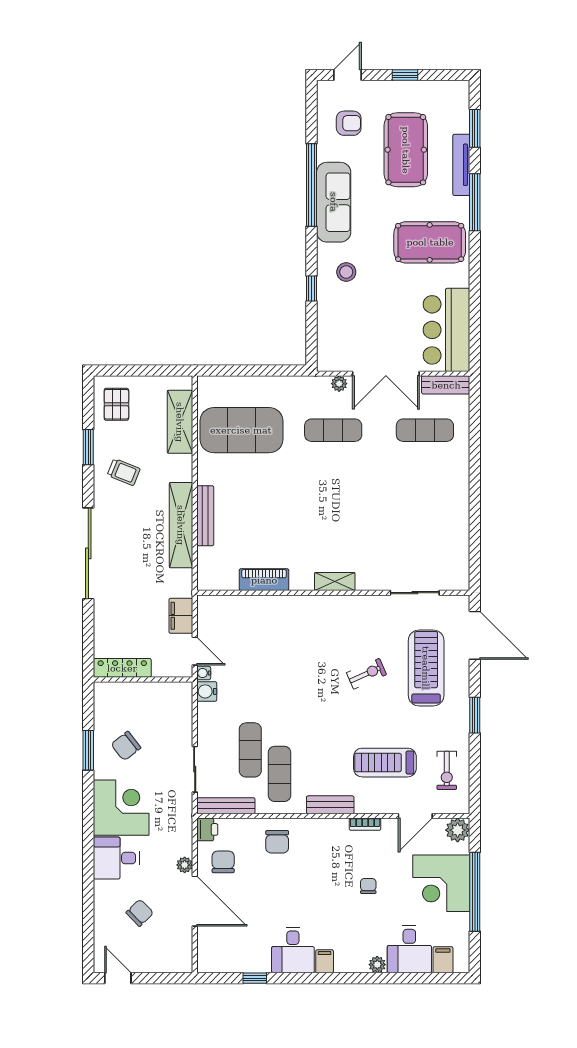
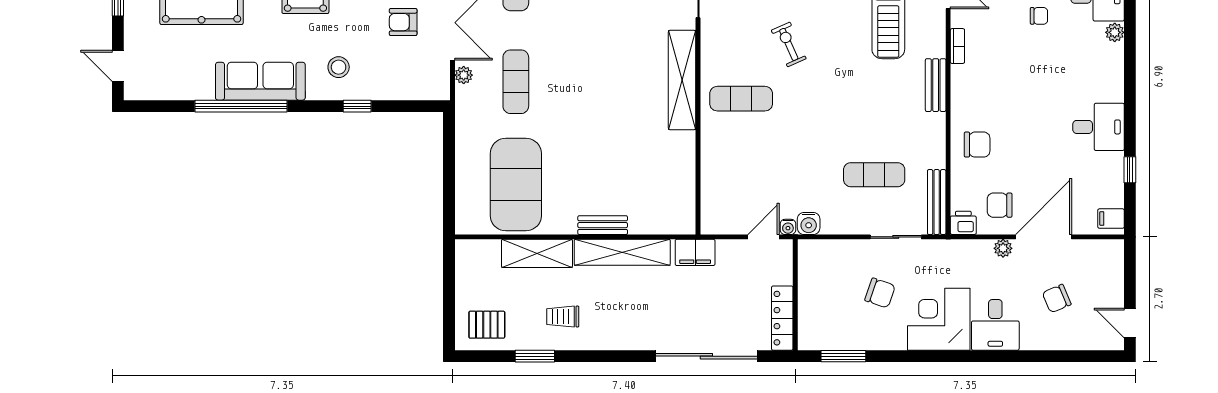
armchair: (349, 123) -> (403, 22), moved, turned -90
shelving: (180, 422) -> (537, 253), moved
trolley: (124, 472) -> (563, 317), turned -112
bench: (205, 516) -> (603, 225), width x0.73
sliding door: (88, 553) -> (706, 356), moved
piano: (264, 580) -> (683, 159), removed
shelving: (335, 582) -> (682, 80), width x2.20, depth x1.33
filing cabinet: (181, 616) -> (695, 252), moved
chair: (126, 746) -> (880, 293), moved, turned -33
window: (88, 750) -> (843, 356), moved
exercise mat: (280, 774) -> (741, 99), moved
chair: (368, 886) -> (1039, 16), moved, turned 180
chair: (140, 913) -> (1057, 299), turned -69
filing cabinet: (325, 961) -> (1111, 219), moved
door: (118, 978) -> (1130, 323), hinge flipped

